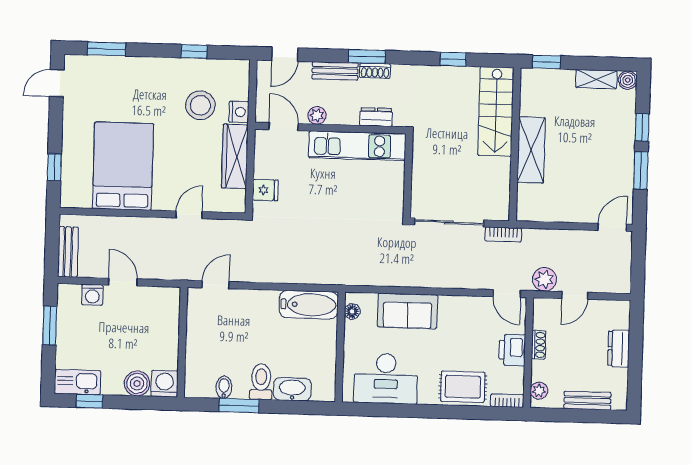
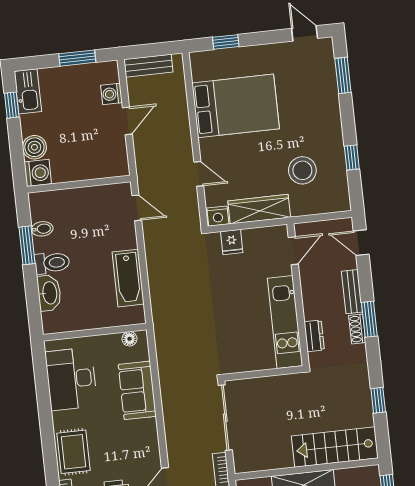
nightstand: (239, 112) -> (218, 216), moved
plant: (317, 115) -> (308, 280), removed
bathtub: (309, 305) -> (128, 278), moved

